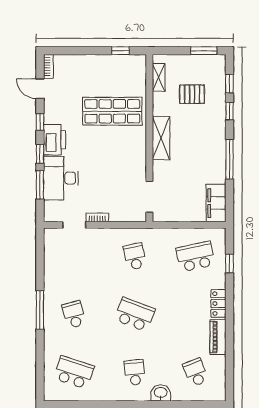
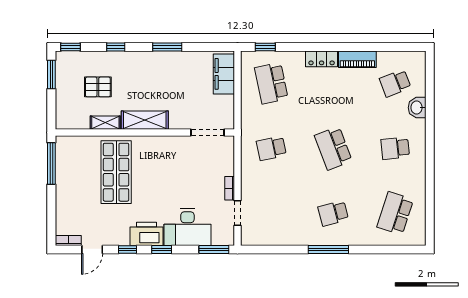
window: (120, 51) -> (51, 163), width x2.17
shelving: (159, 77) -> (105, 123), moved
window: (229, 84) -> (71, 47), moved
pallet: (192, 94) -> (98, 87), turned 90
window: (229, 159) -> (167, 47), width x0.69
window: (40, 185) -> (214, 250), moved
filing cabinet: (216, 203) -> (224, 74), moved, turned 90
window: (229, 263) -> (265, 47), moved
school desk: (135, 314) -> (333, 148), turned -42
washbasin: (161, 393) -> (417, 108), moved

